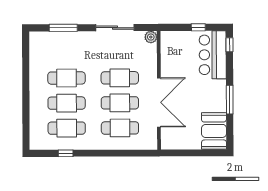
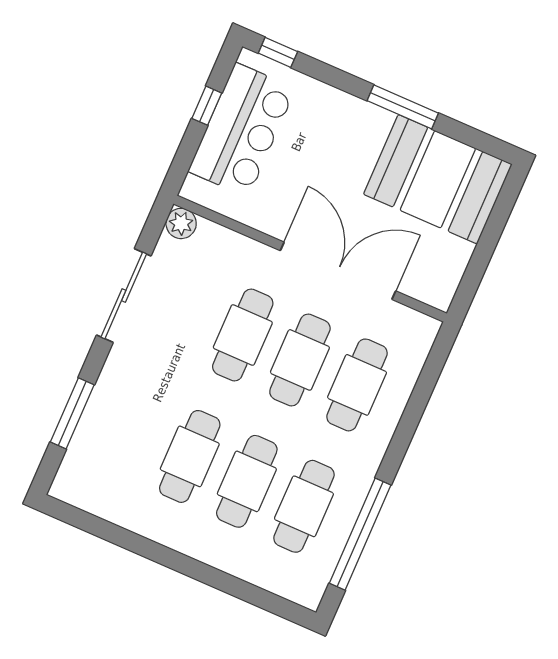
bar counter: (213, 55) -> (242, 130), moved, turned -90
booth: (214, 131) -> (438, 179), width x1.36, depth x1.42
window: (66, 153) -> (360, 534), width x3.17

